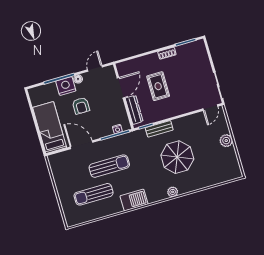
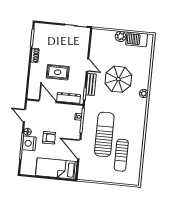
door: (210, 108) -> (88, 65), moved
door: (81, 145) -> (79, 149), hinge flipped
sun lounger: (109, 166) -> (104, 134), width x1.36, depth x1.34
barbecue: (134, 200) -> (137, 39), moved, turned -90

